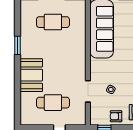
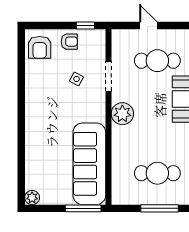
plant: (78, 65) -> (122, 114), added

